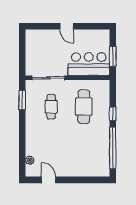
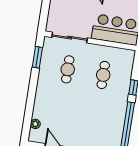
cafe table: (84, 107) -> (103, 75), width x0.73, depth x0.74

